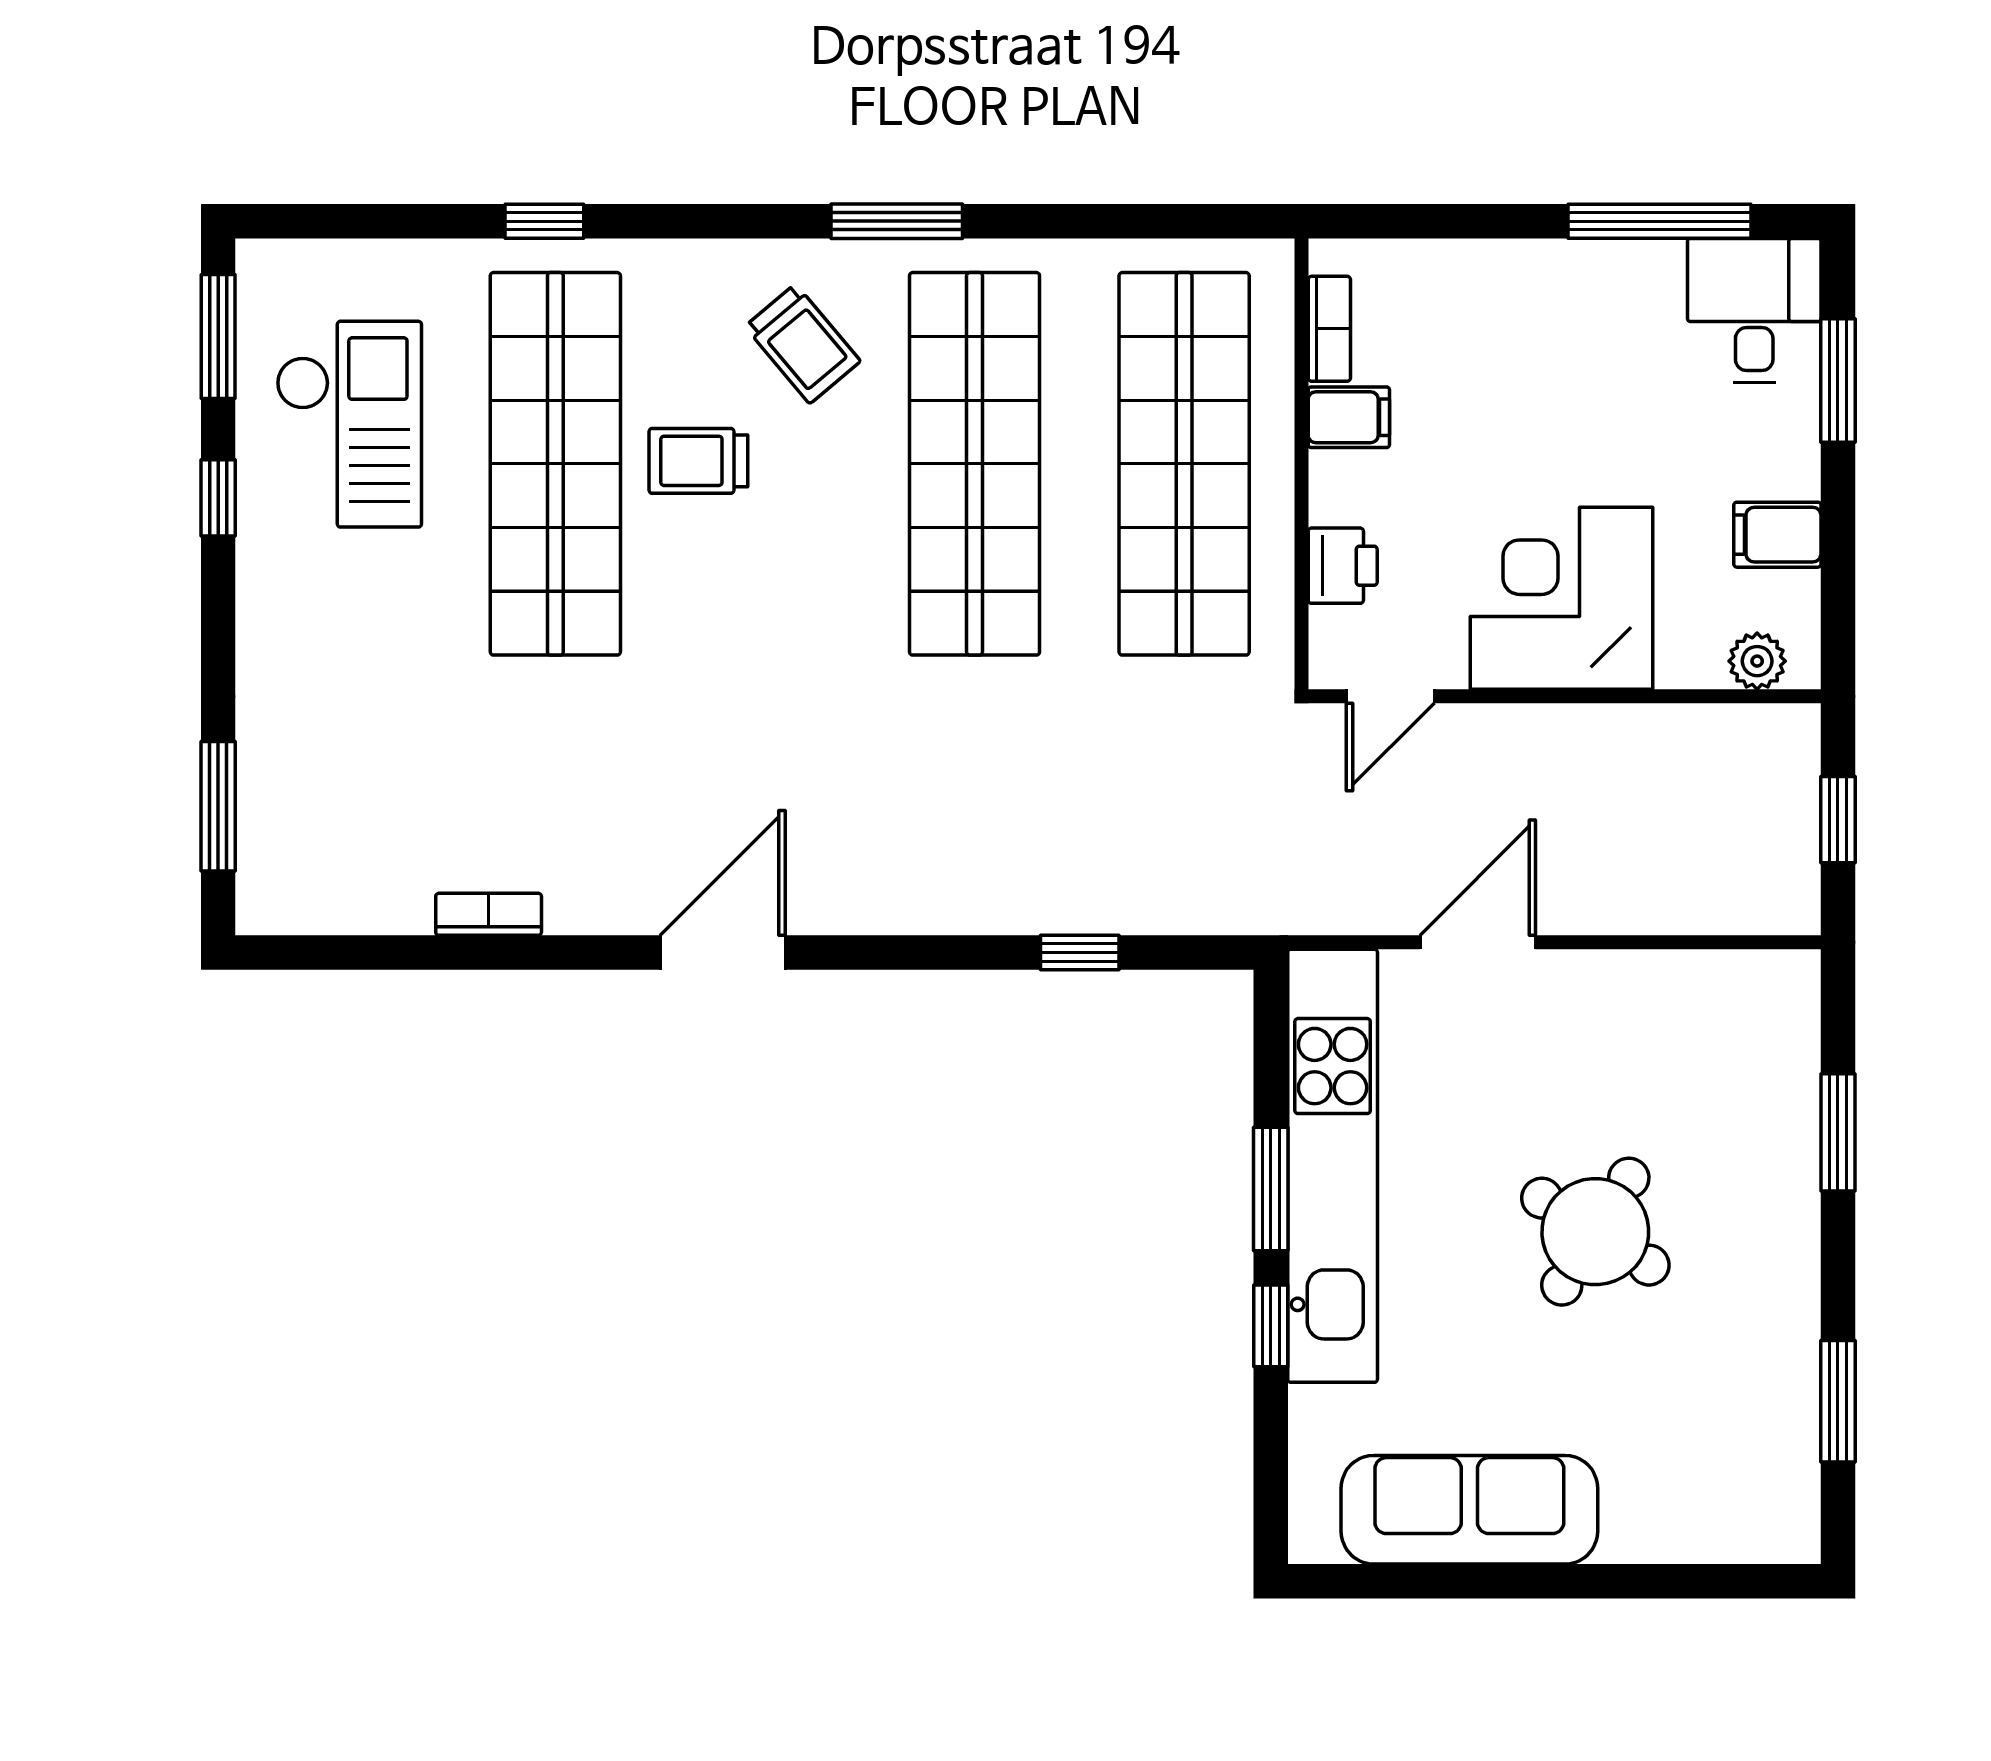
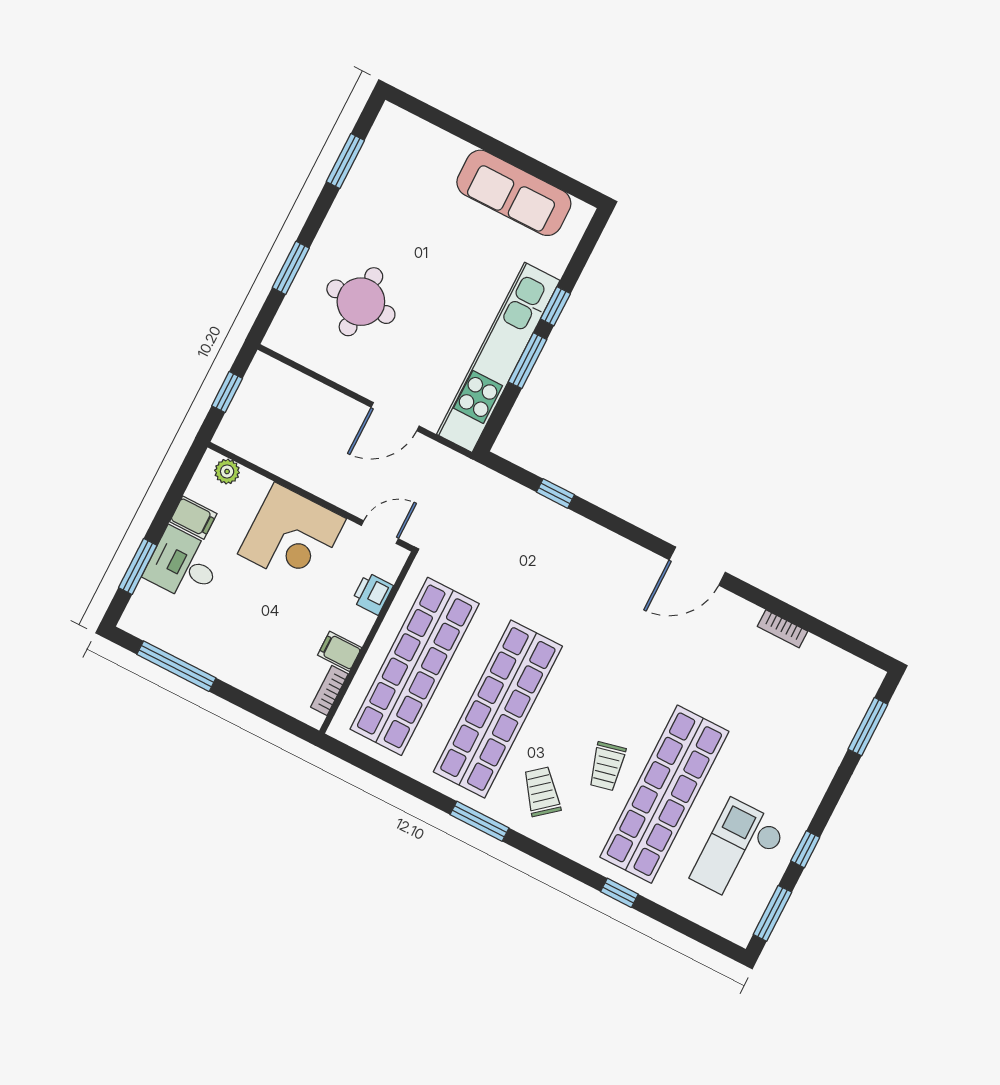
desk: (1754, 310) -> (183, 565), moved, turned 90
trolley: (698, 461) -> (607, 766), turned 77
round table: (1595, 1232) -> (361, 302), moved, turned -32

